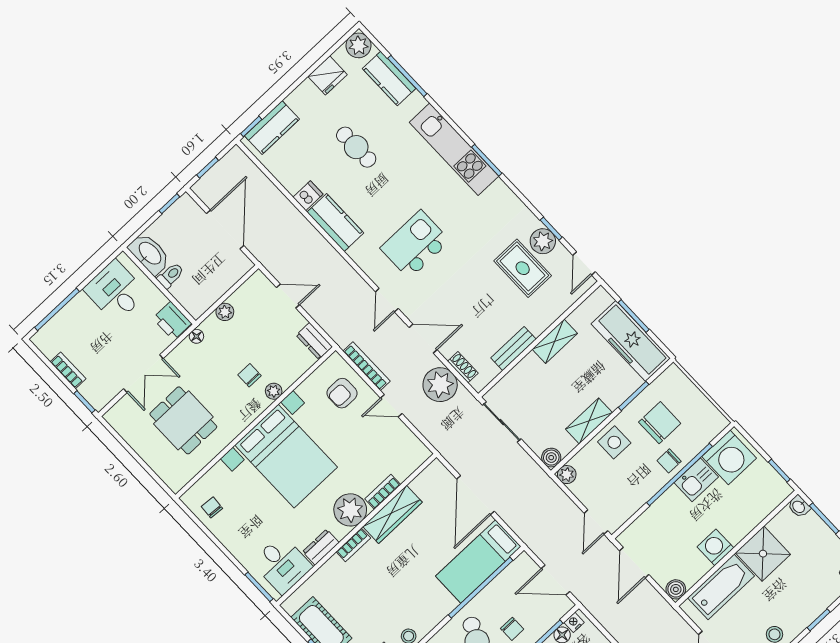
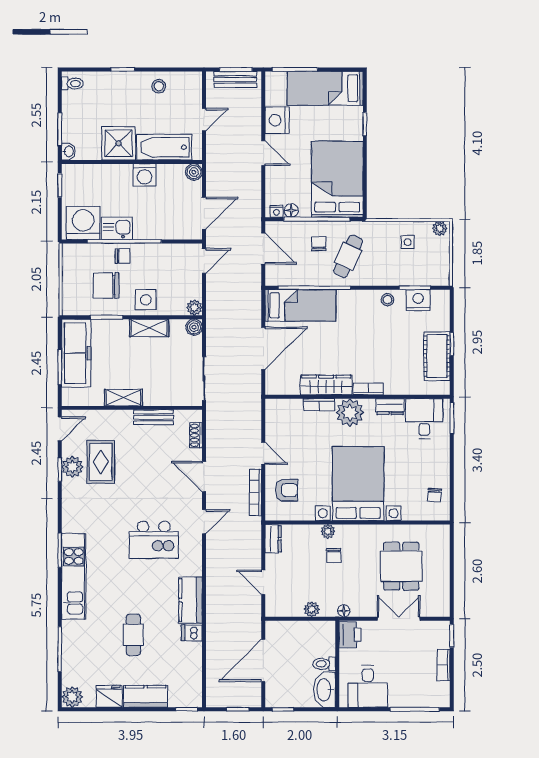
kitchen counter: (389, 78) -> (73, 658), removed
kitchen counter: (272, 128) -> (146, 696), moved
plant: (440, 385) -> (220, 438), removed

